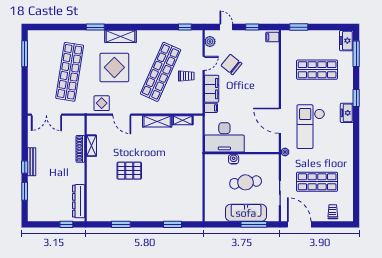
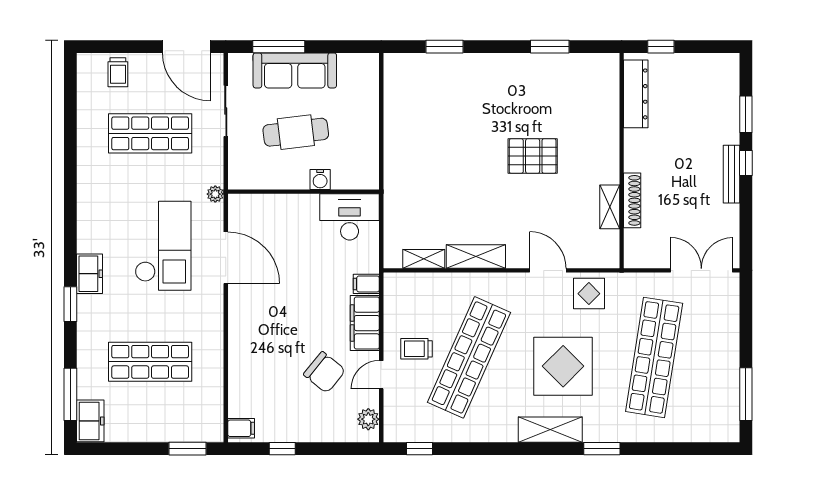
door: (226, 27) -> (335, 449), removed
desk: (224, 137) -> (350, 217), width x0.73, depth x0.77

